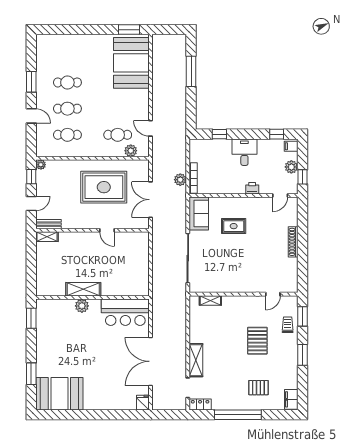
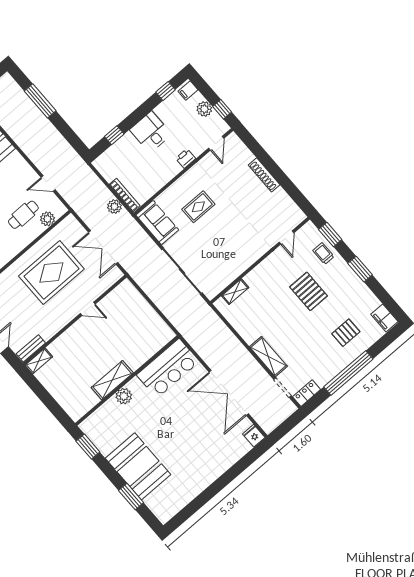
booth: (59, 394) -> (138, 466), moved, turned 90

